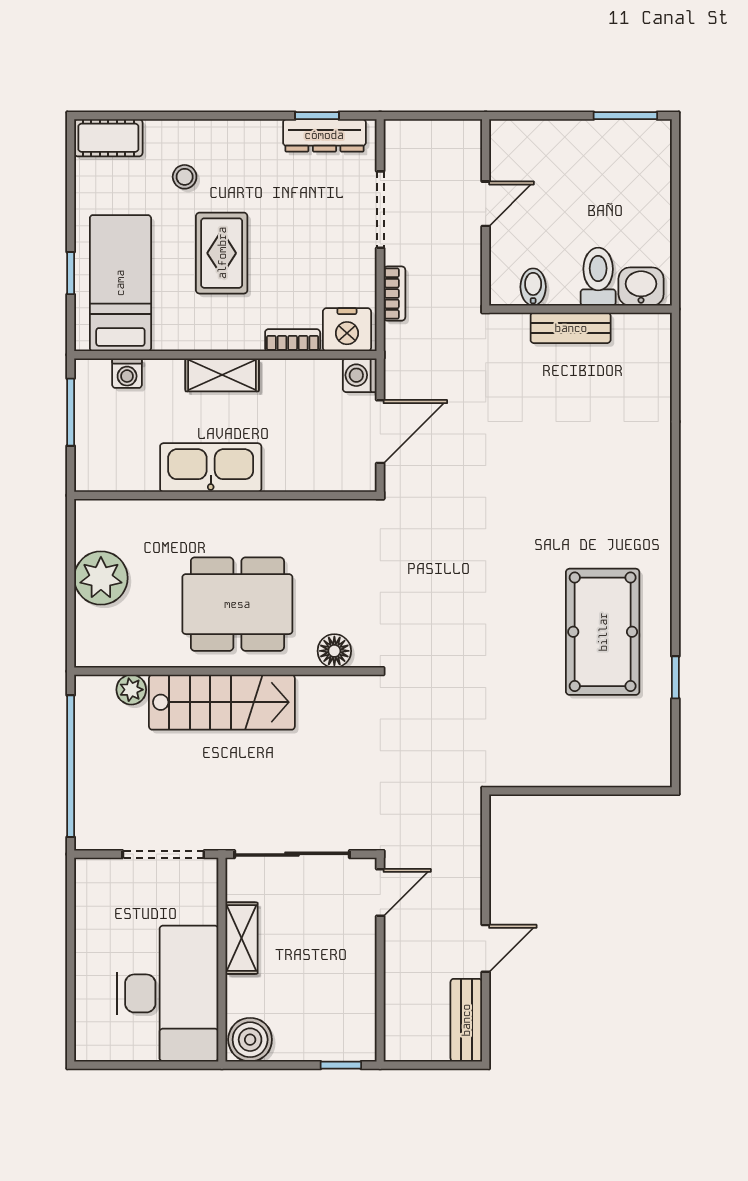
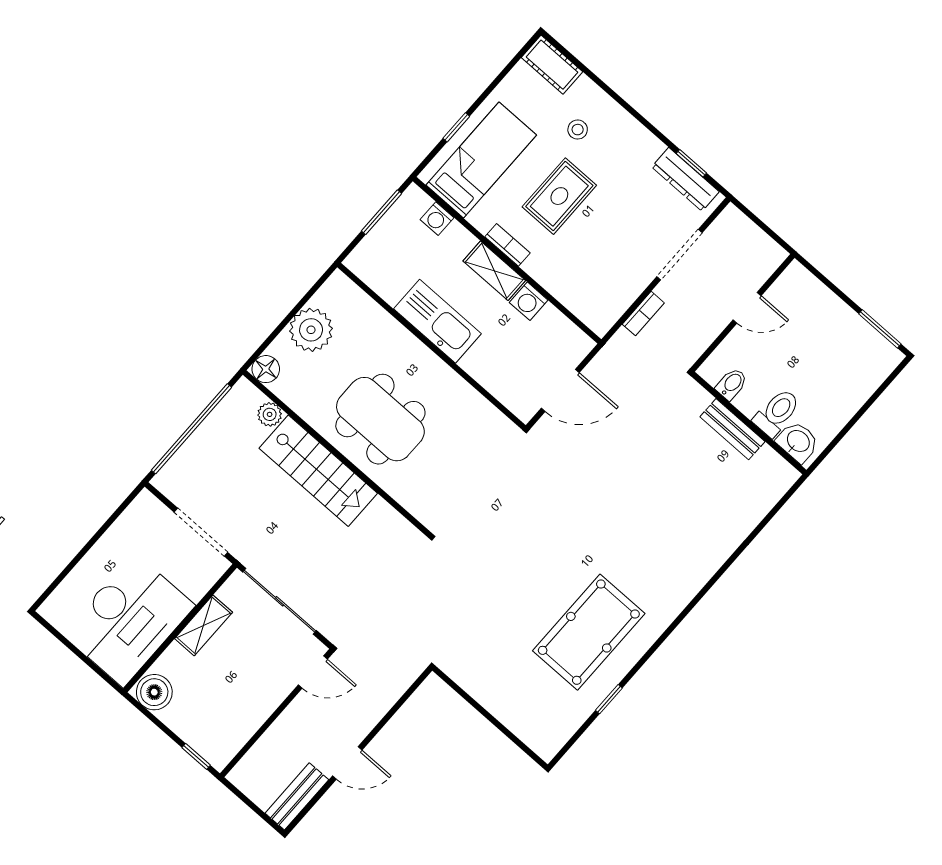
nightstand: (347, 330) -> (595, 310), removed
bookcase: (293, 340) -> (508, 245), moved
washing machine: (360, 375) -> (529, 301), moved, turned -90
floor lamp: (334, 651) -> (266, 369), moved

